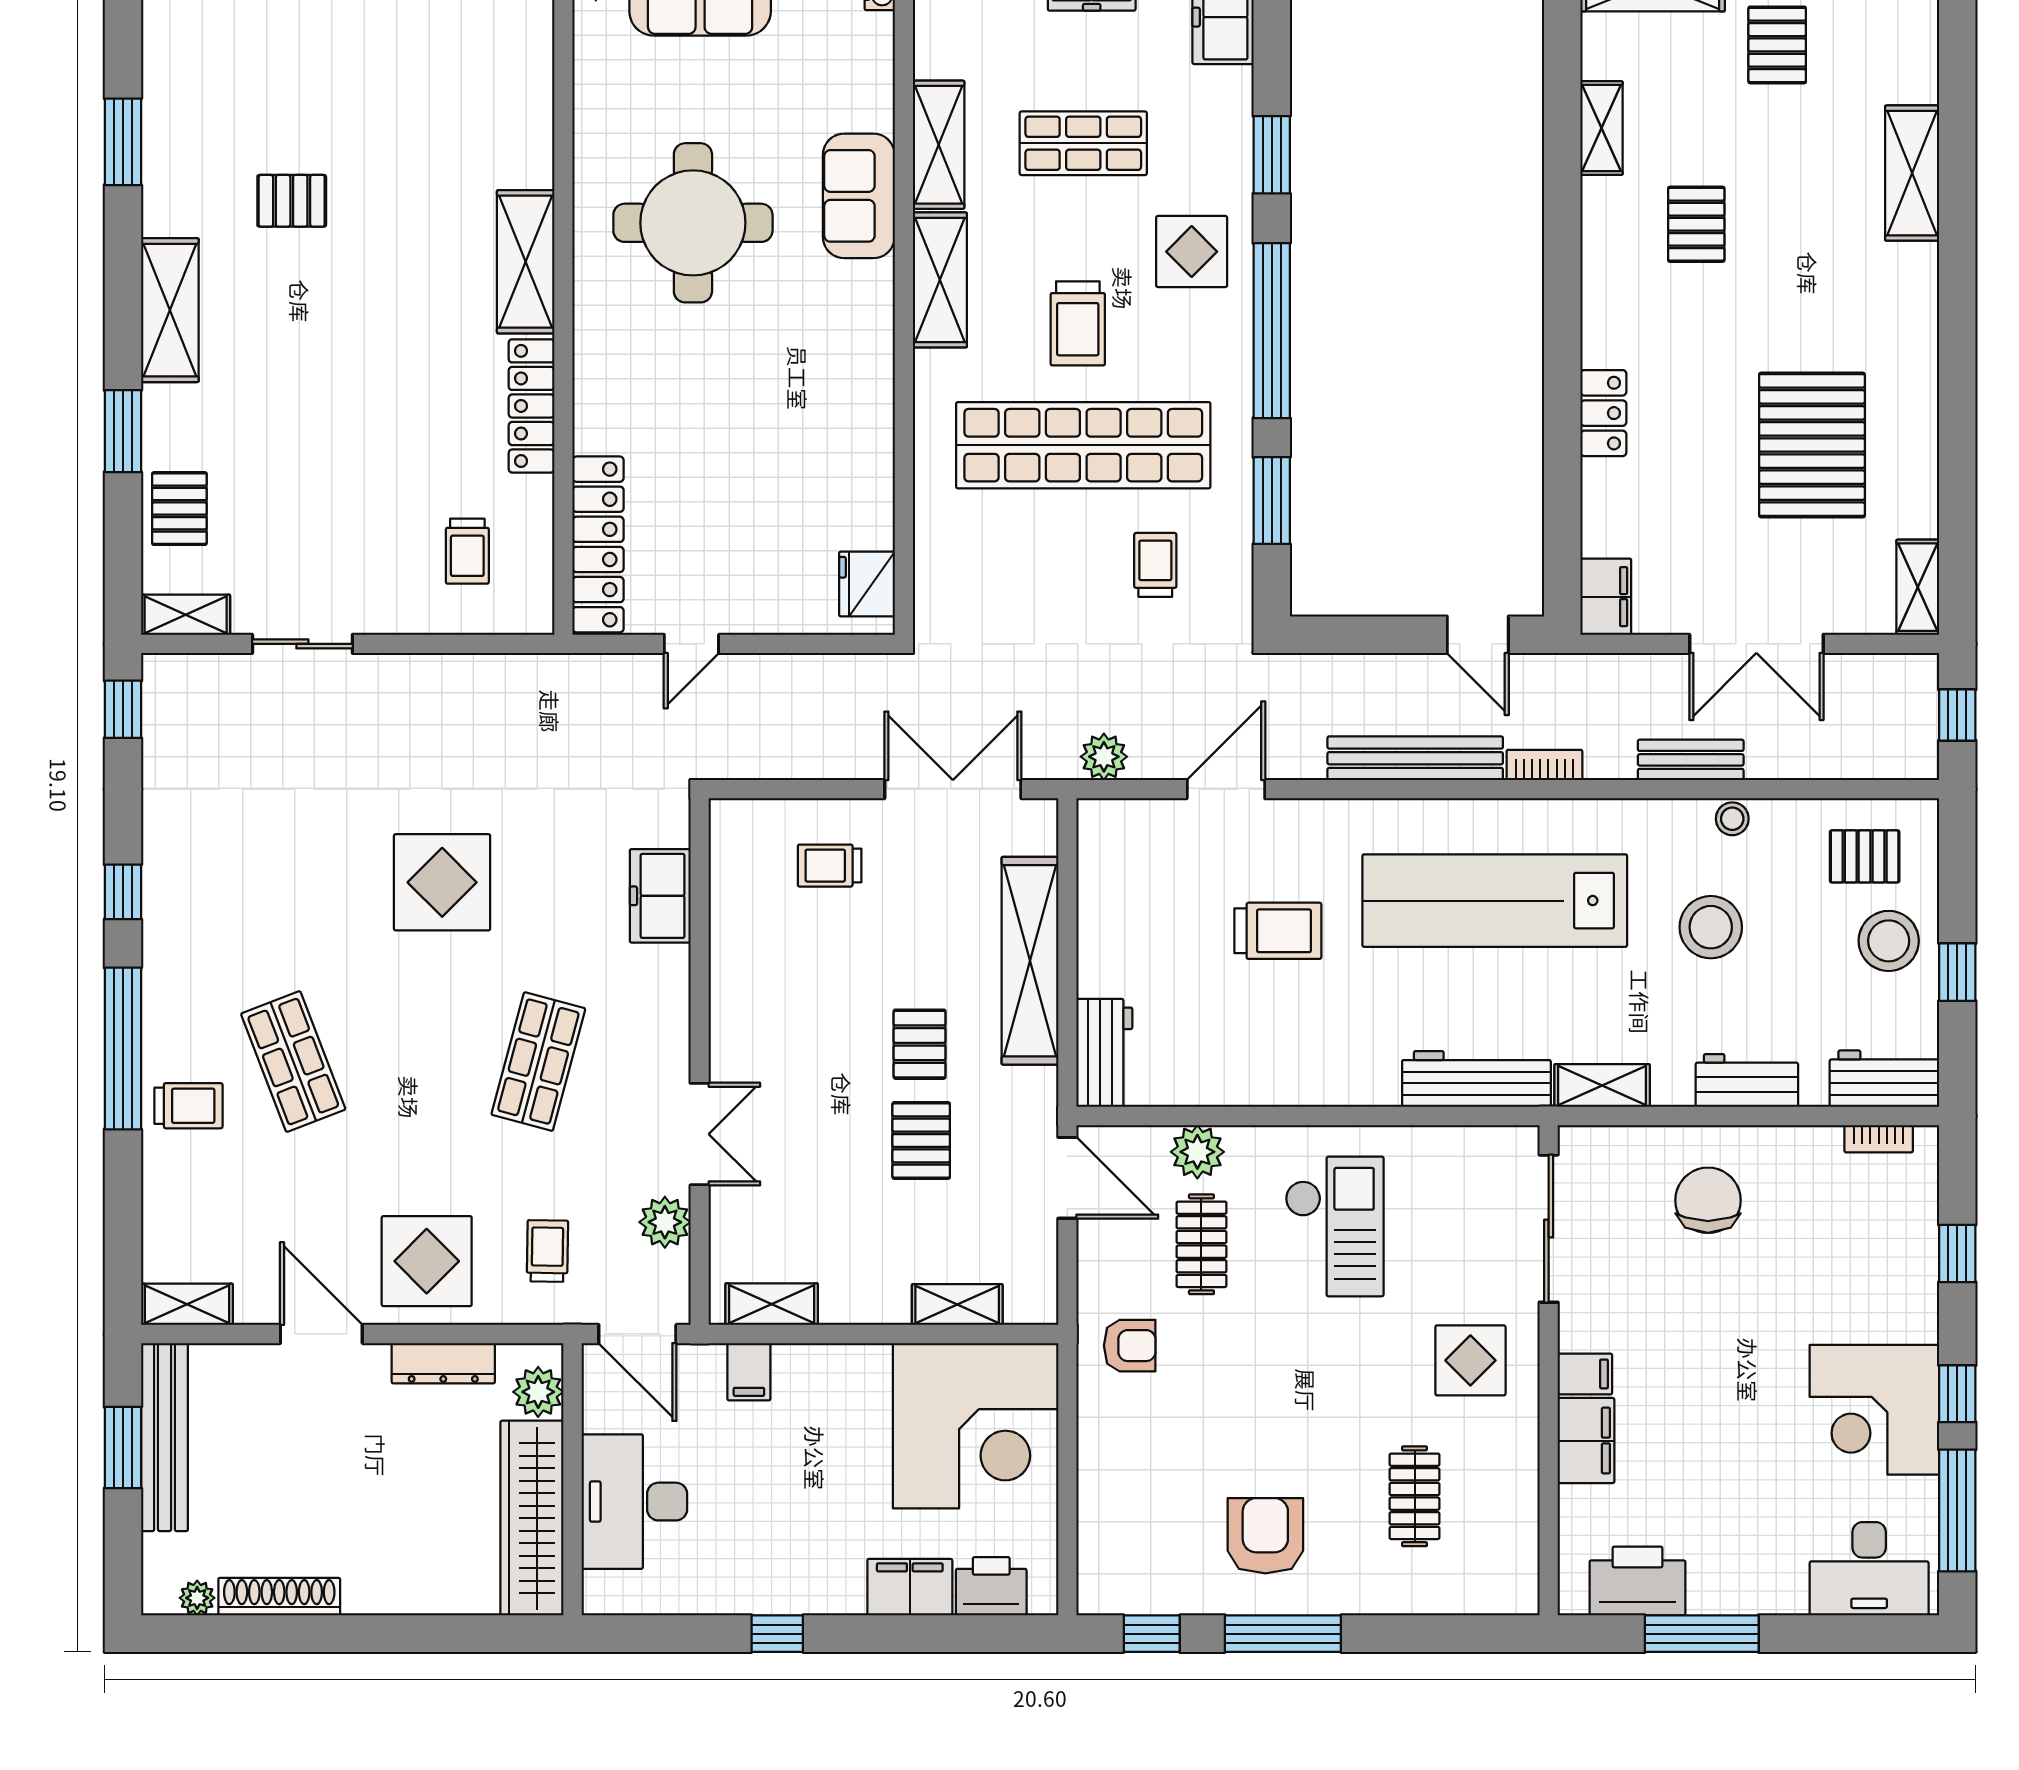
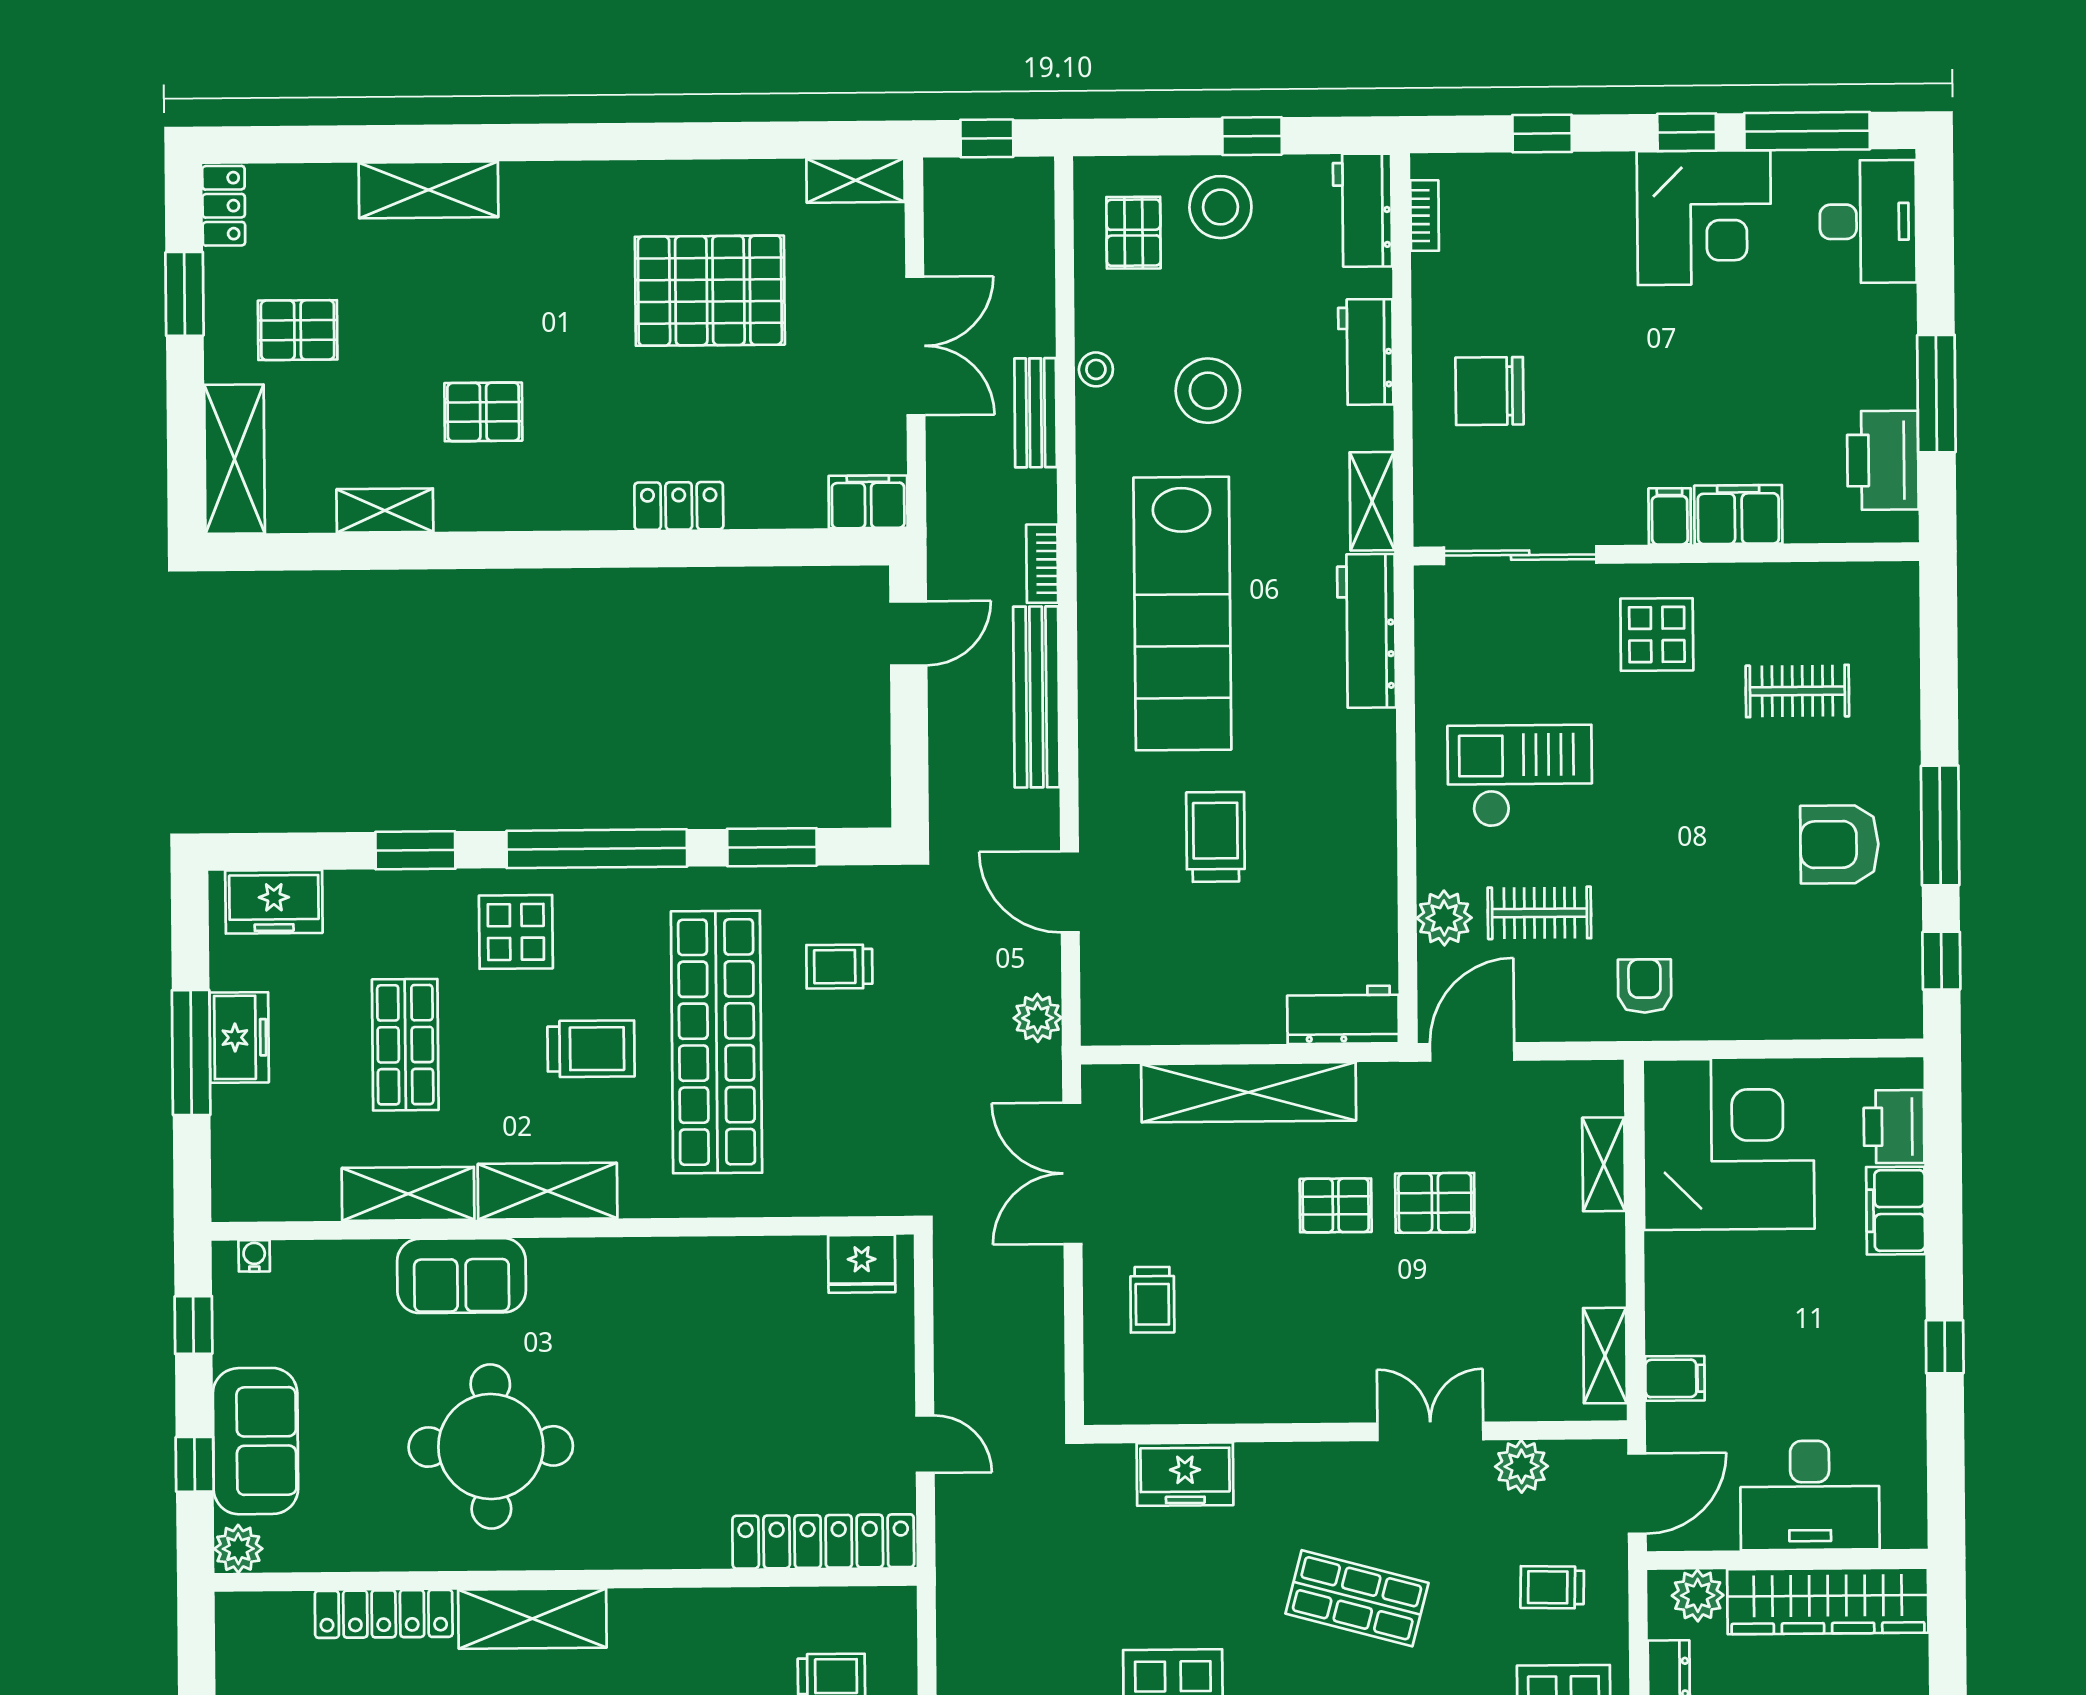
locker: (532, 406) -> (384, 1614), moved

